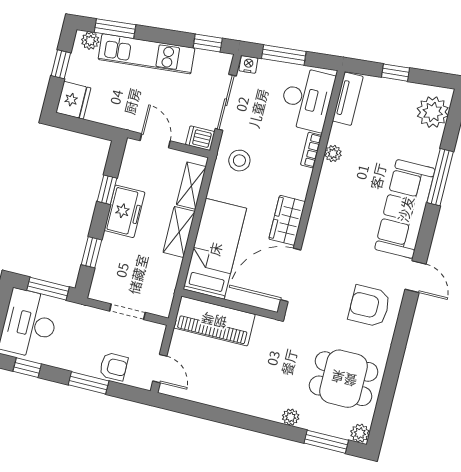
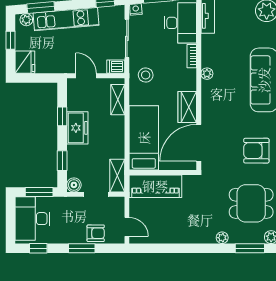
plant: (333, 154) -> (207, 74), moved
shelving: (179, 232) -> (117, 176), moved
boiler: (100, 291) -> (74, 185), added

